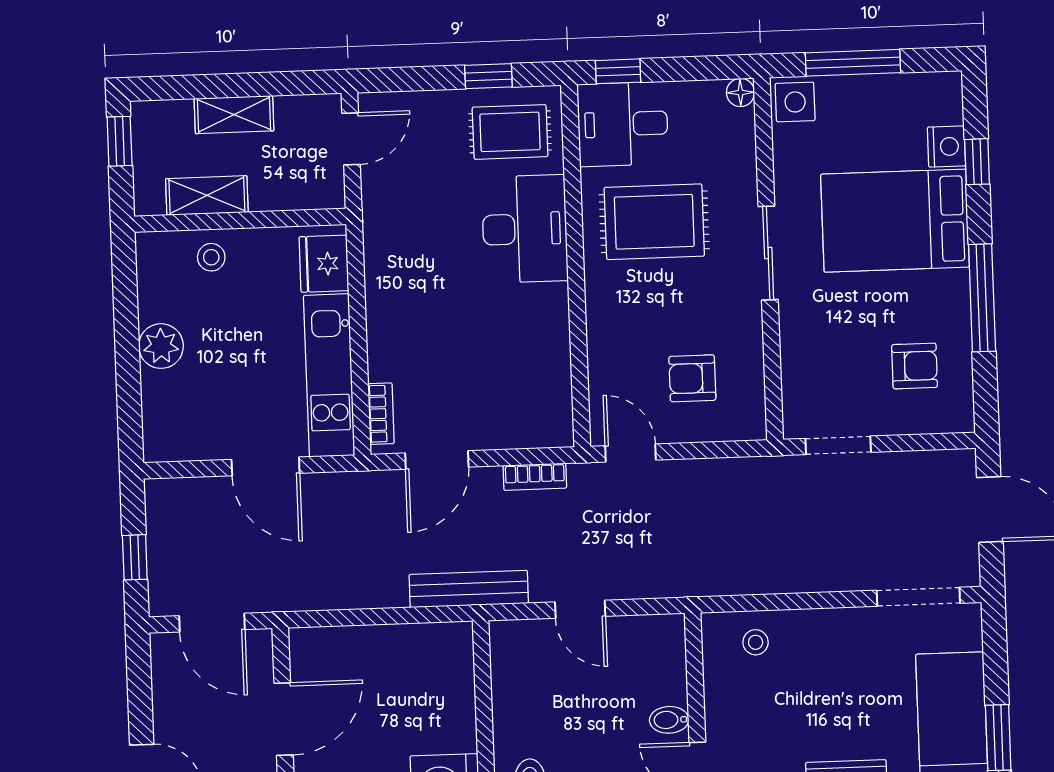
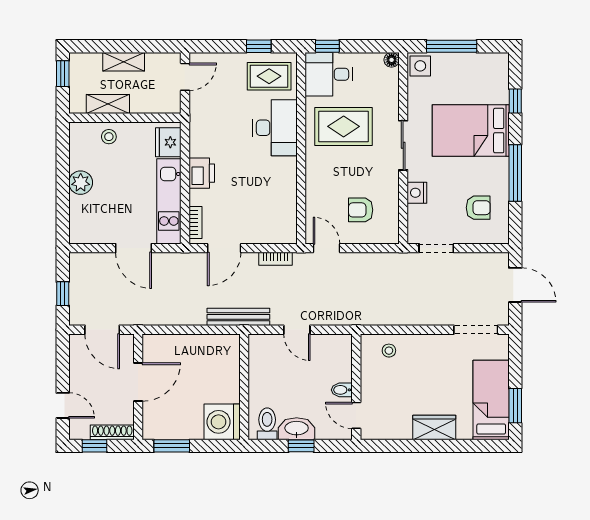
nightstand: (946, 147) -> (417, 193), moved, turned 180
printer: (389, 320) -> (202, 173), added

